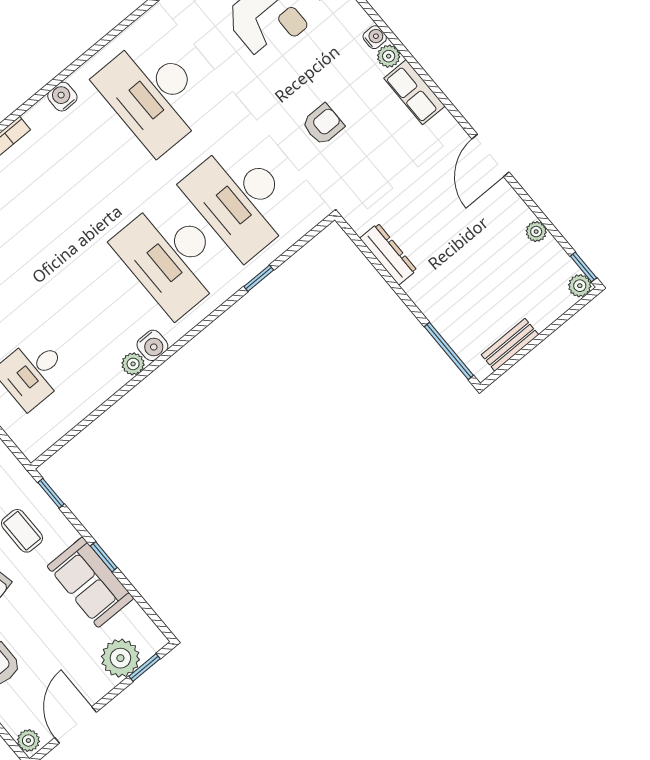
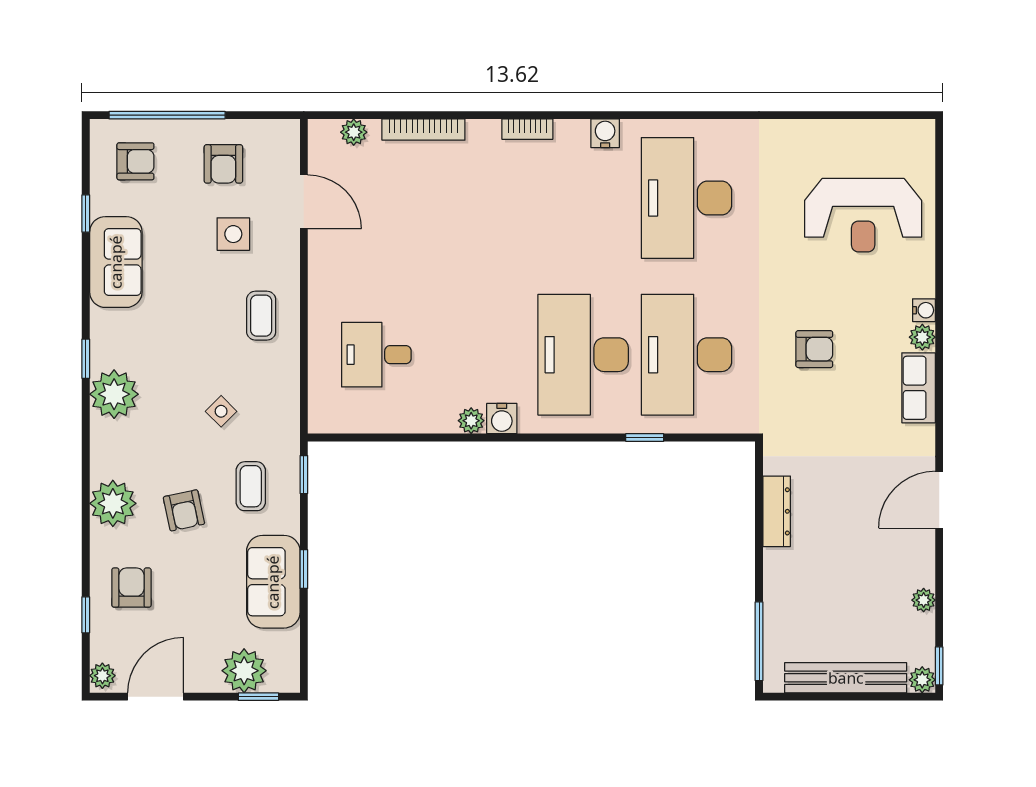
bench: (510, 345) -> (846, 678), width x1.86, depth x1.21

